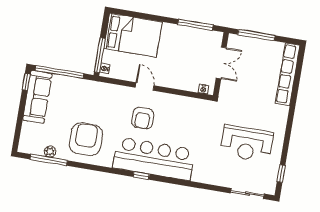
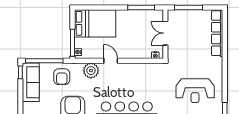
double door: (221, 63) -> (165, 33), swing flipped
plant: (117, 95) -> (91, 71), added
armchair: (143, 118) -> (62, 77), moved

